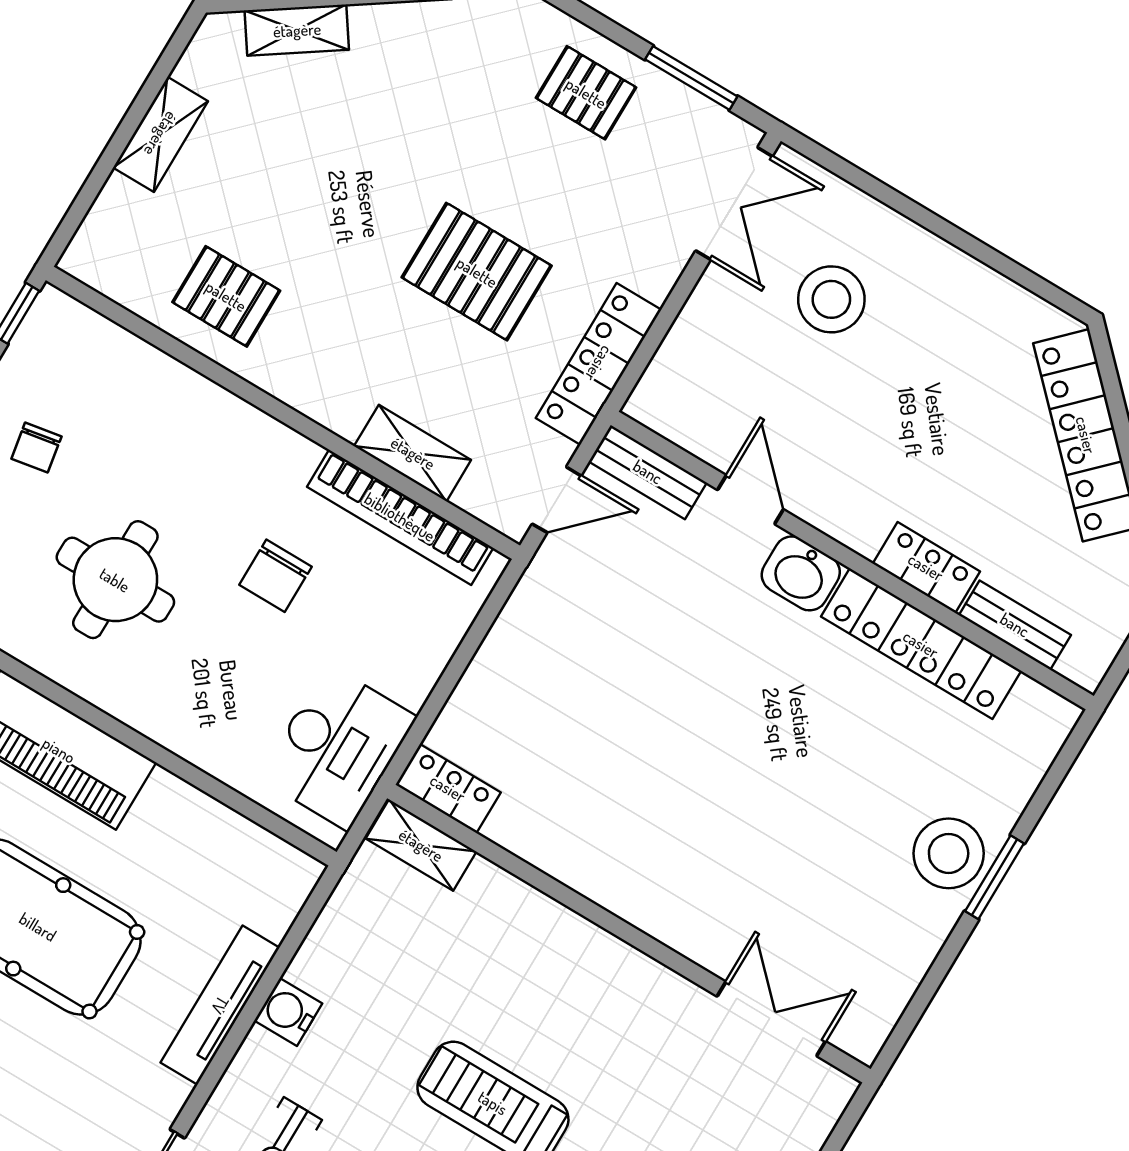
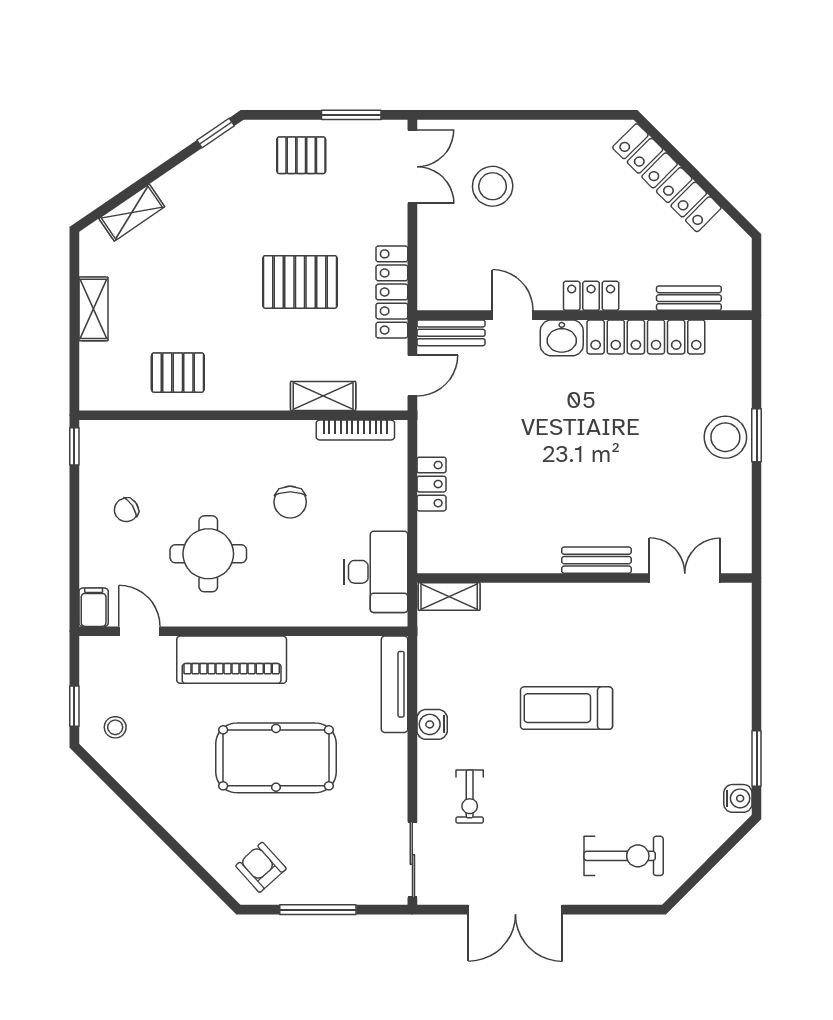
chair: (36, 448) -> (126, 510), turned 67
bookcase: (400, 517) -> (355, 430), width x0.68, depth x0.76
locker: (926, 567) -> (591, 296), moved
locker: (448, 788) -> (431, 484), moved, turned 90
bench: (661, 918) -> (596, 560), added
tv unit: (220, 1005) -> (395, 684), moved

